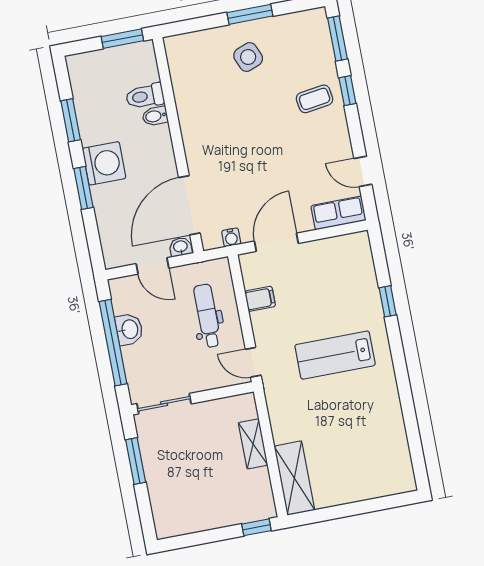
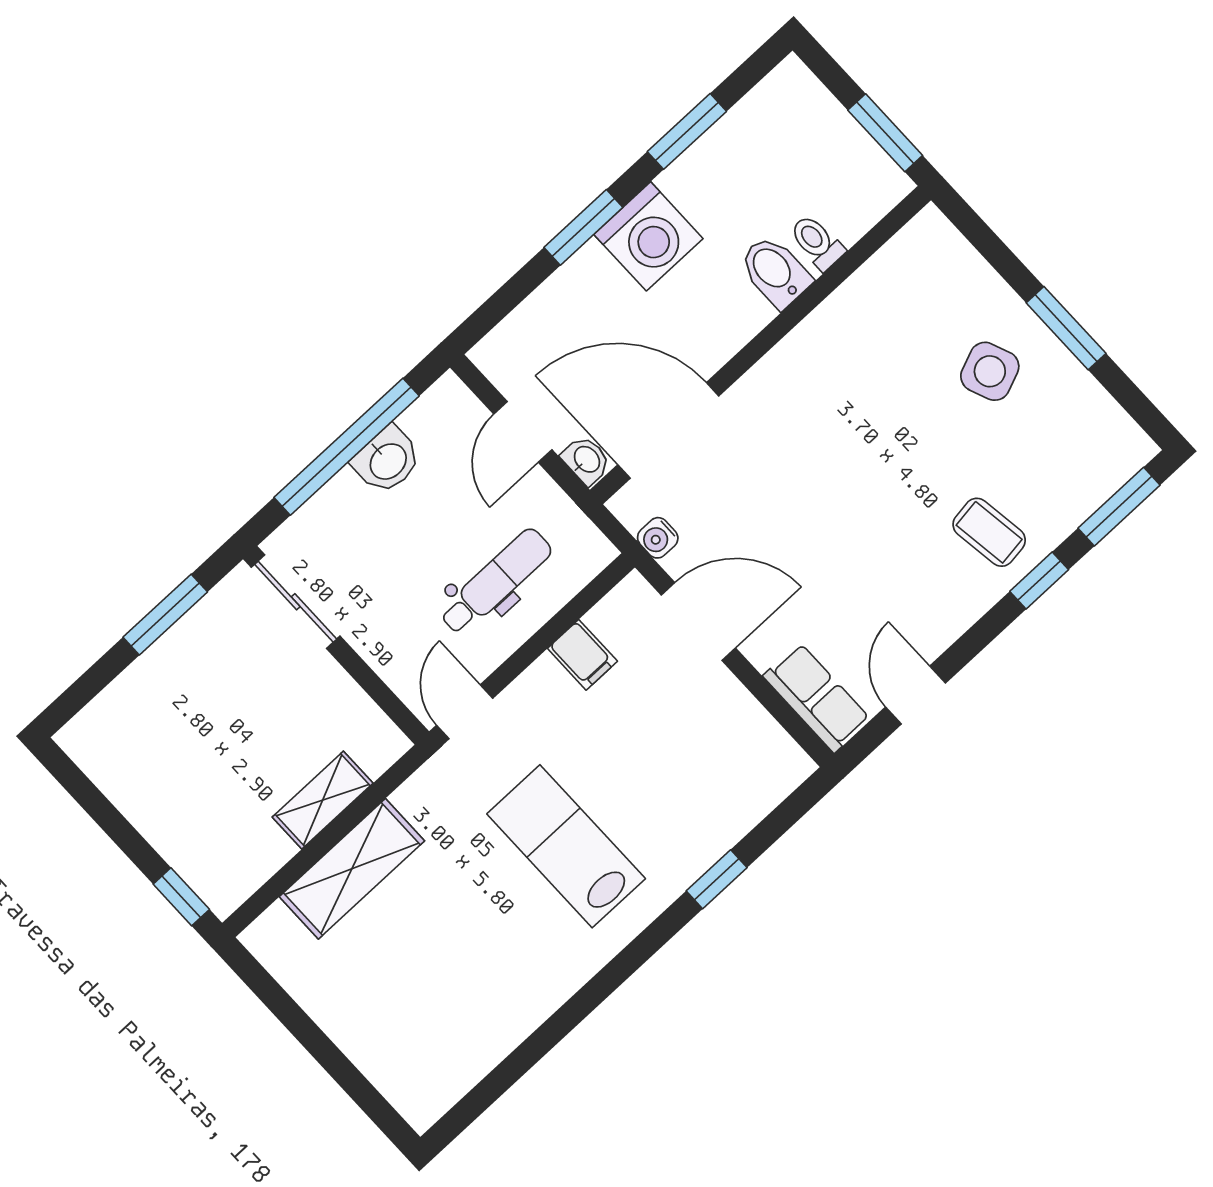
toilet: (145, 96) -> (817, 242), width x0.73, depth x0.72
bidet: (155, 116) -> (775, 271), width x1.38, depth x1.36
shelving: (294, 478) -> (352, 869), moved

